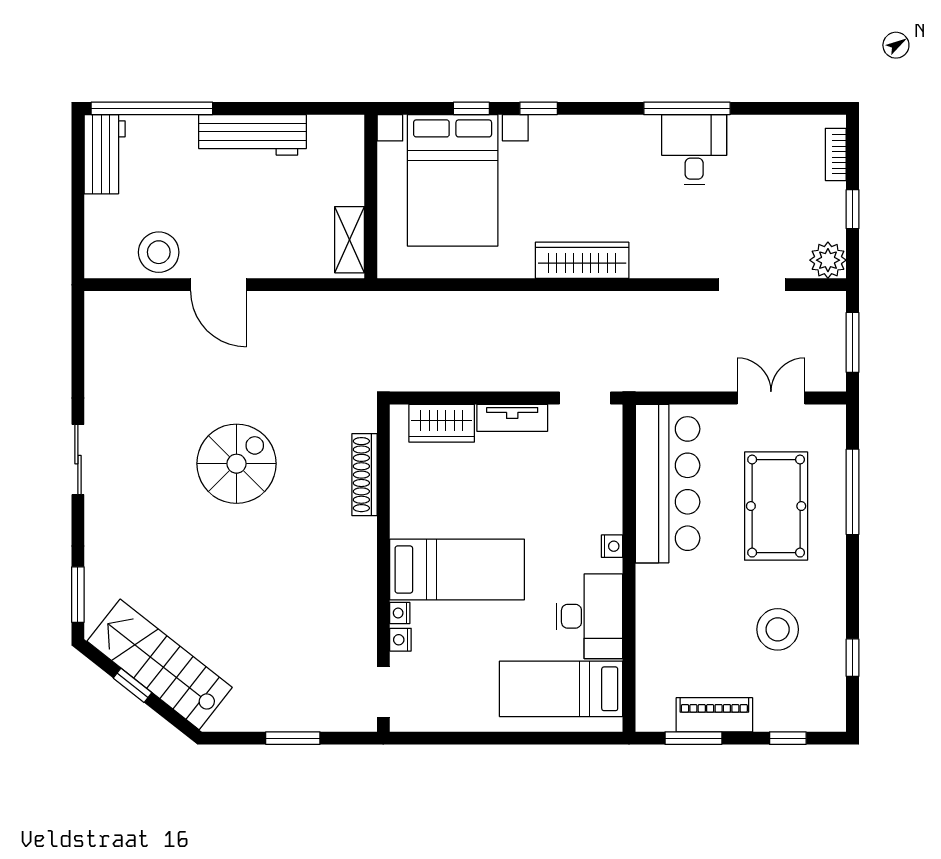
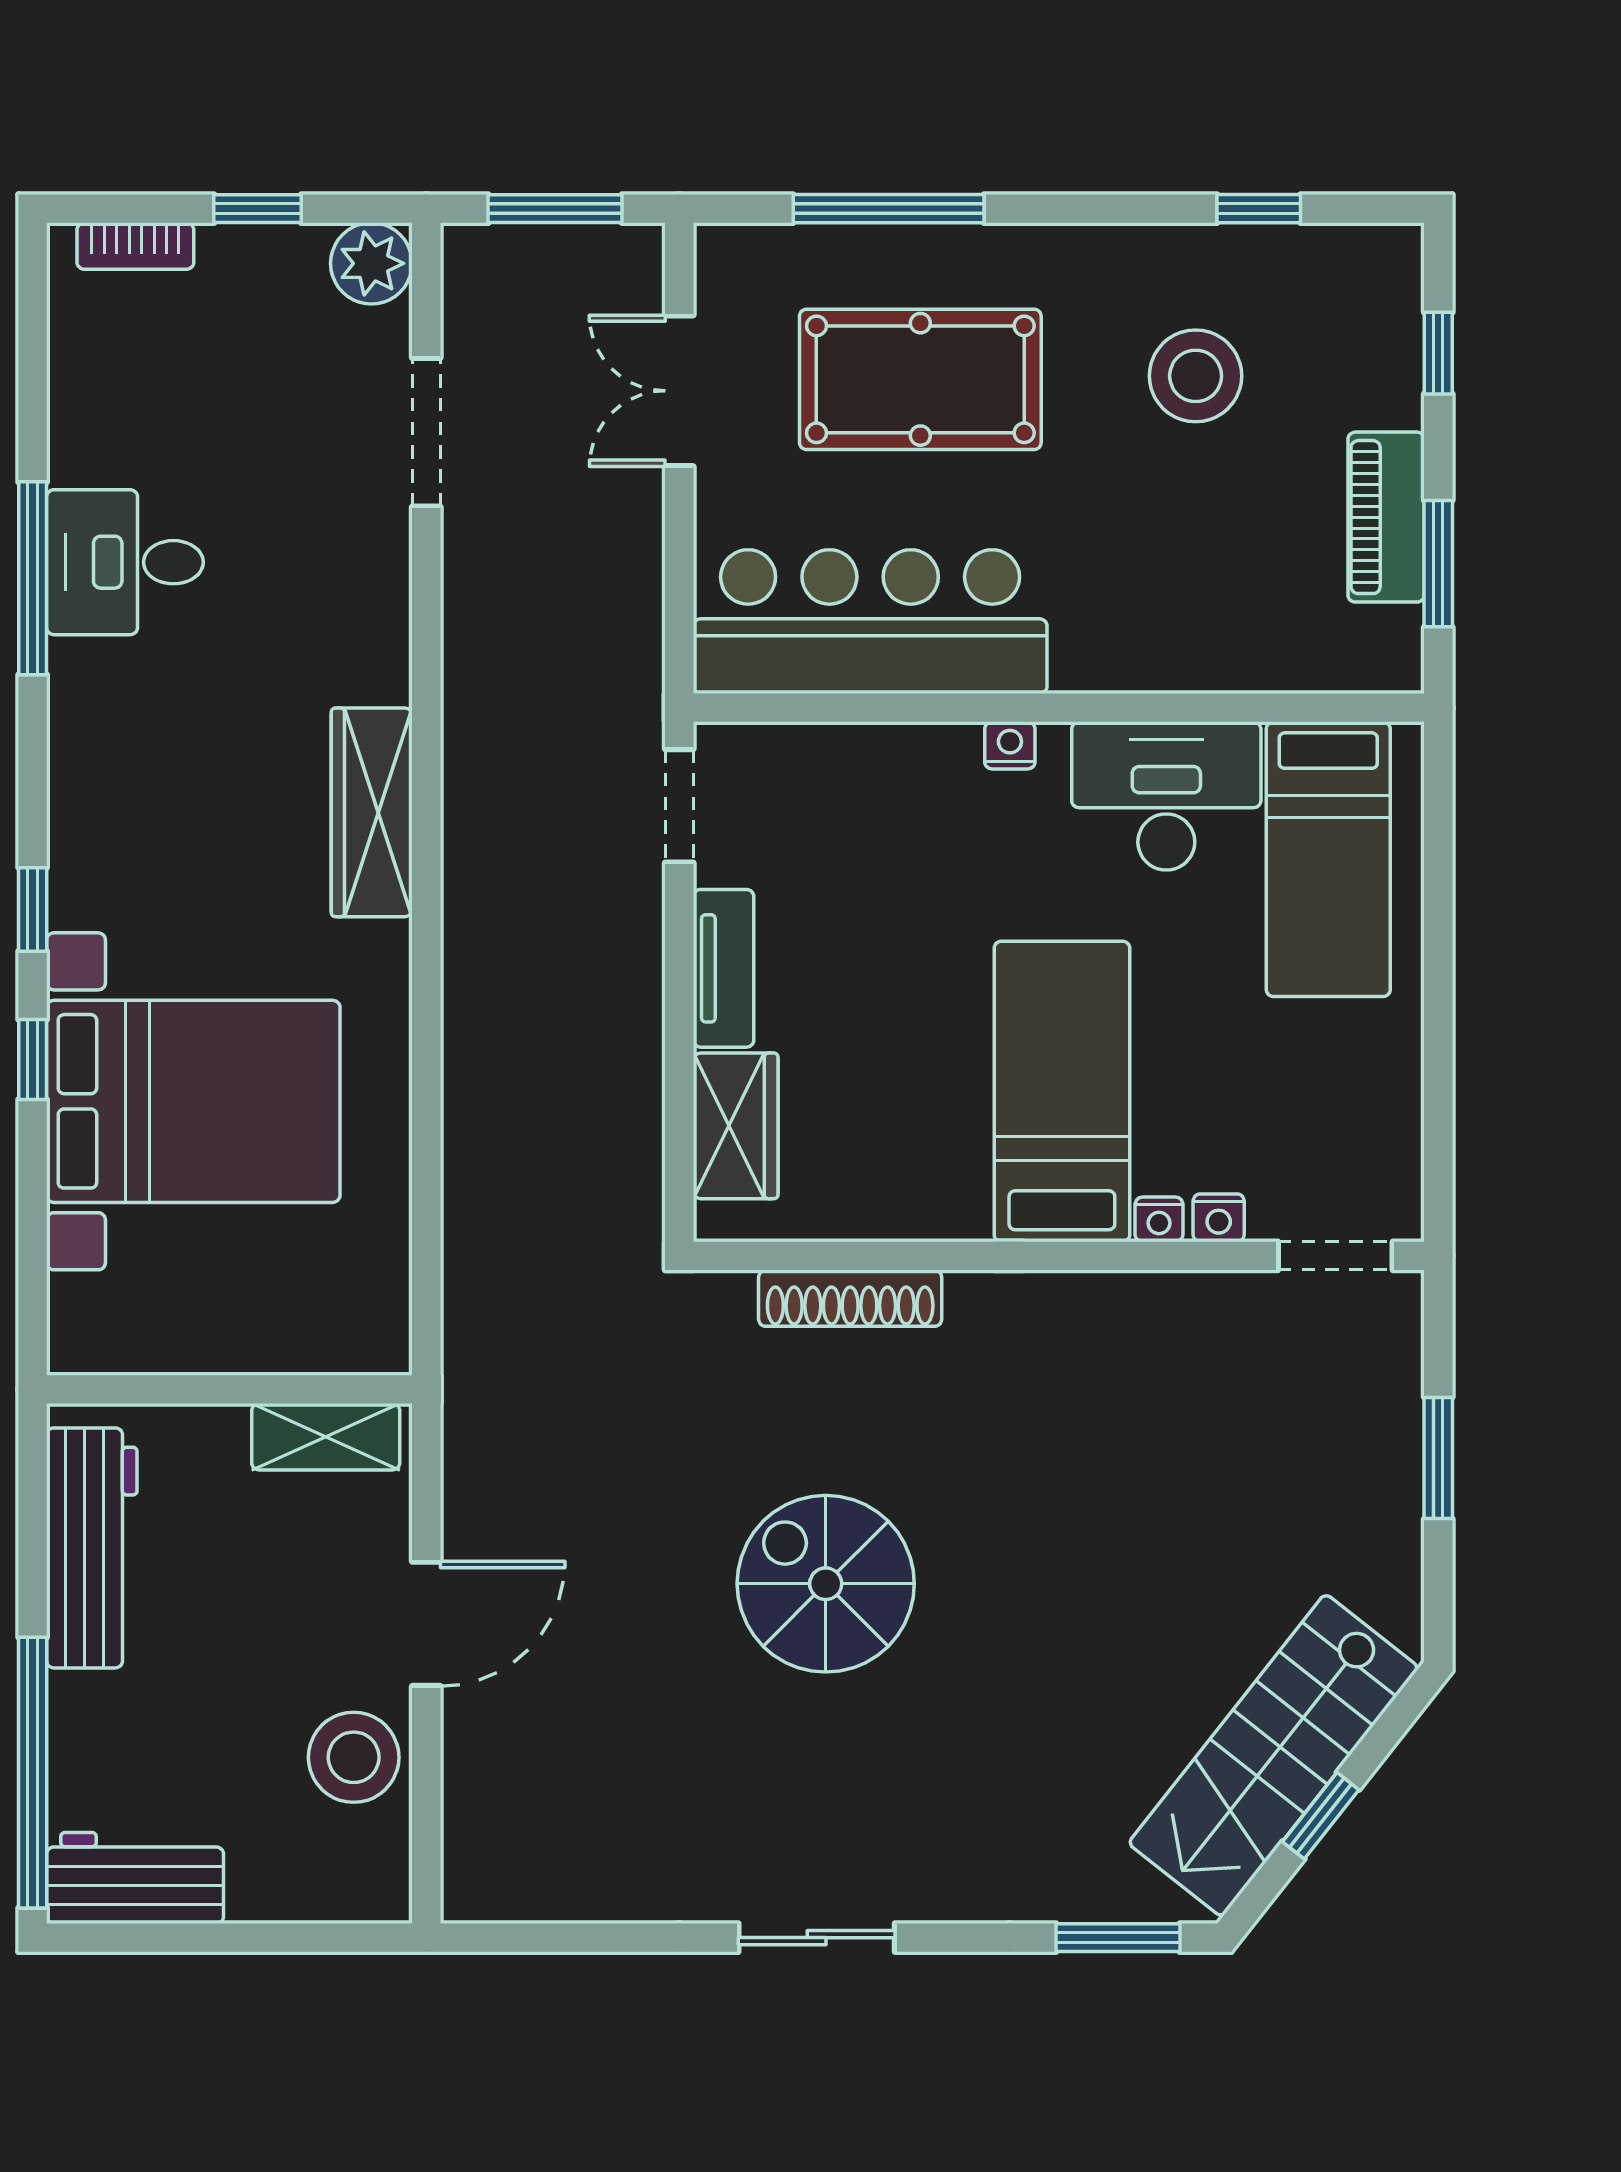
wall: (371, 197) -> (229, 1389), moved
shelving: (350, 240) -> (326, 1437), moved

